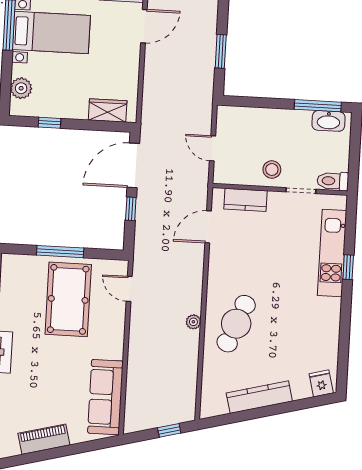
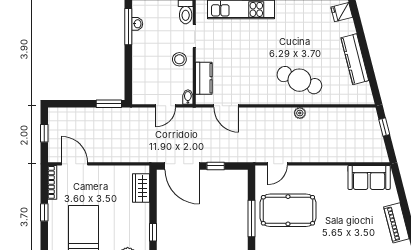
window: (221, 51) -> (109, 104), moved
washbasin: (328, 121) -> (137, 24), width x0.52, depth x0.69
bidet: (222, 178) -> (188, 97), added
sofa: (105, 397) -> (369, 177), width x0.73

